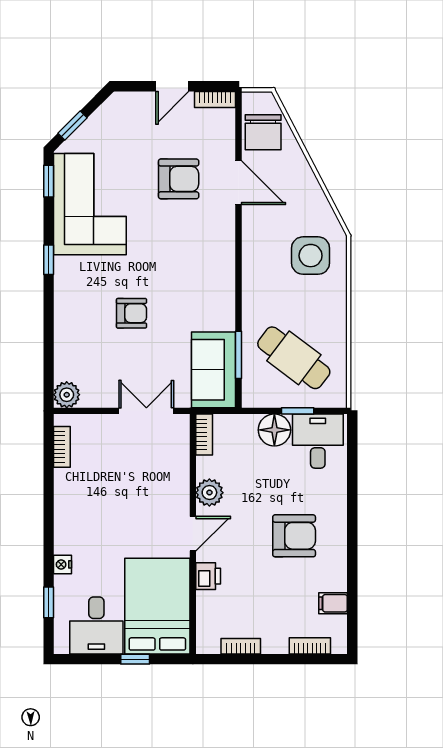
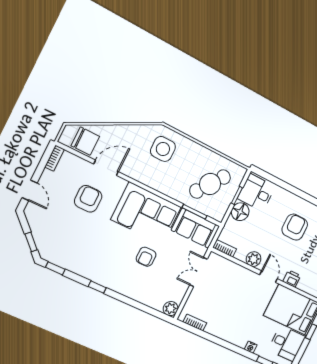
door: (172, 86) -> (30, 190), moved
corner sofa: (90, 204) -> (146, 213), moved, turned 180
armchair: (131, 313) -> (146, 257), turned 180

